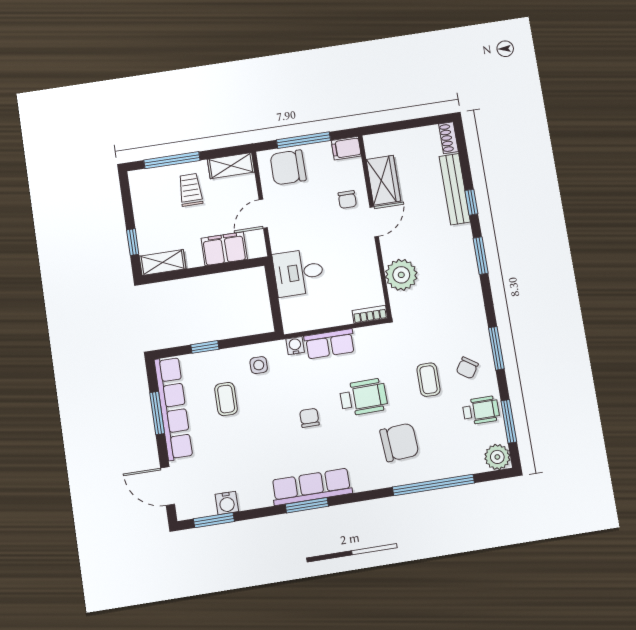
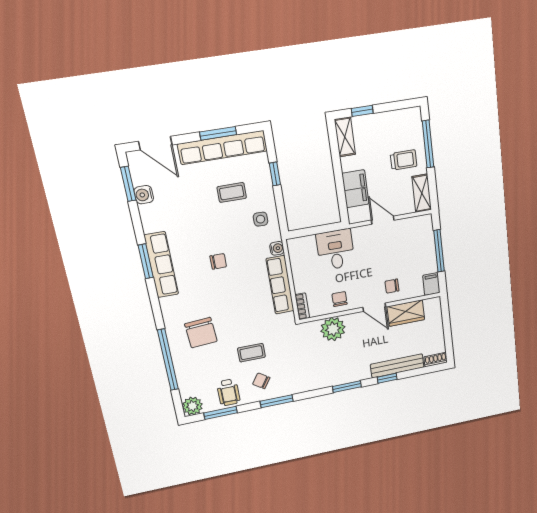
chair: (288, 167) -> (340, 299), moved, width x0.54, depth x0.54
row of seats: (330, 344) -> (280, 285), width x1.48
wheelchair: (363, 397) -> (236, 304), removed
door: (168, 486) -> (155, 143), swing flipped

